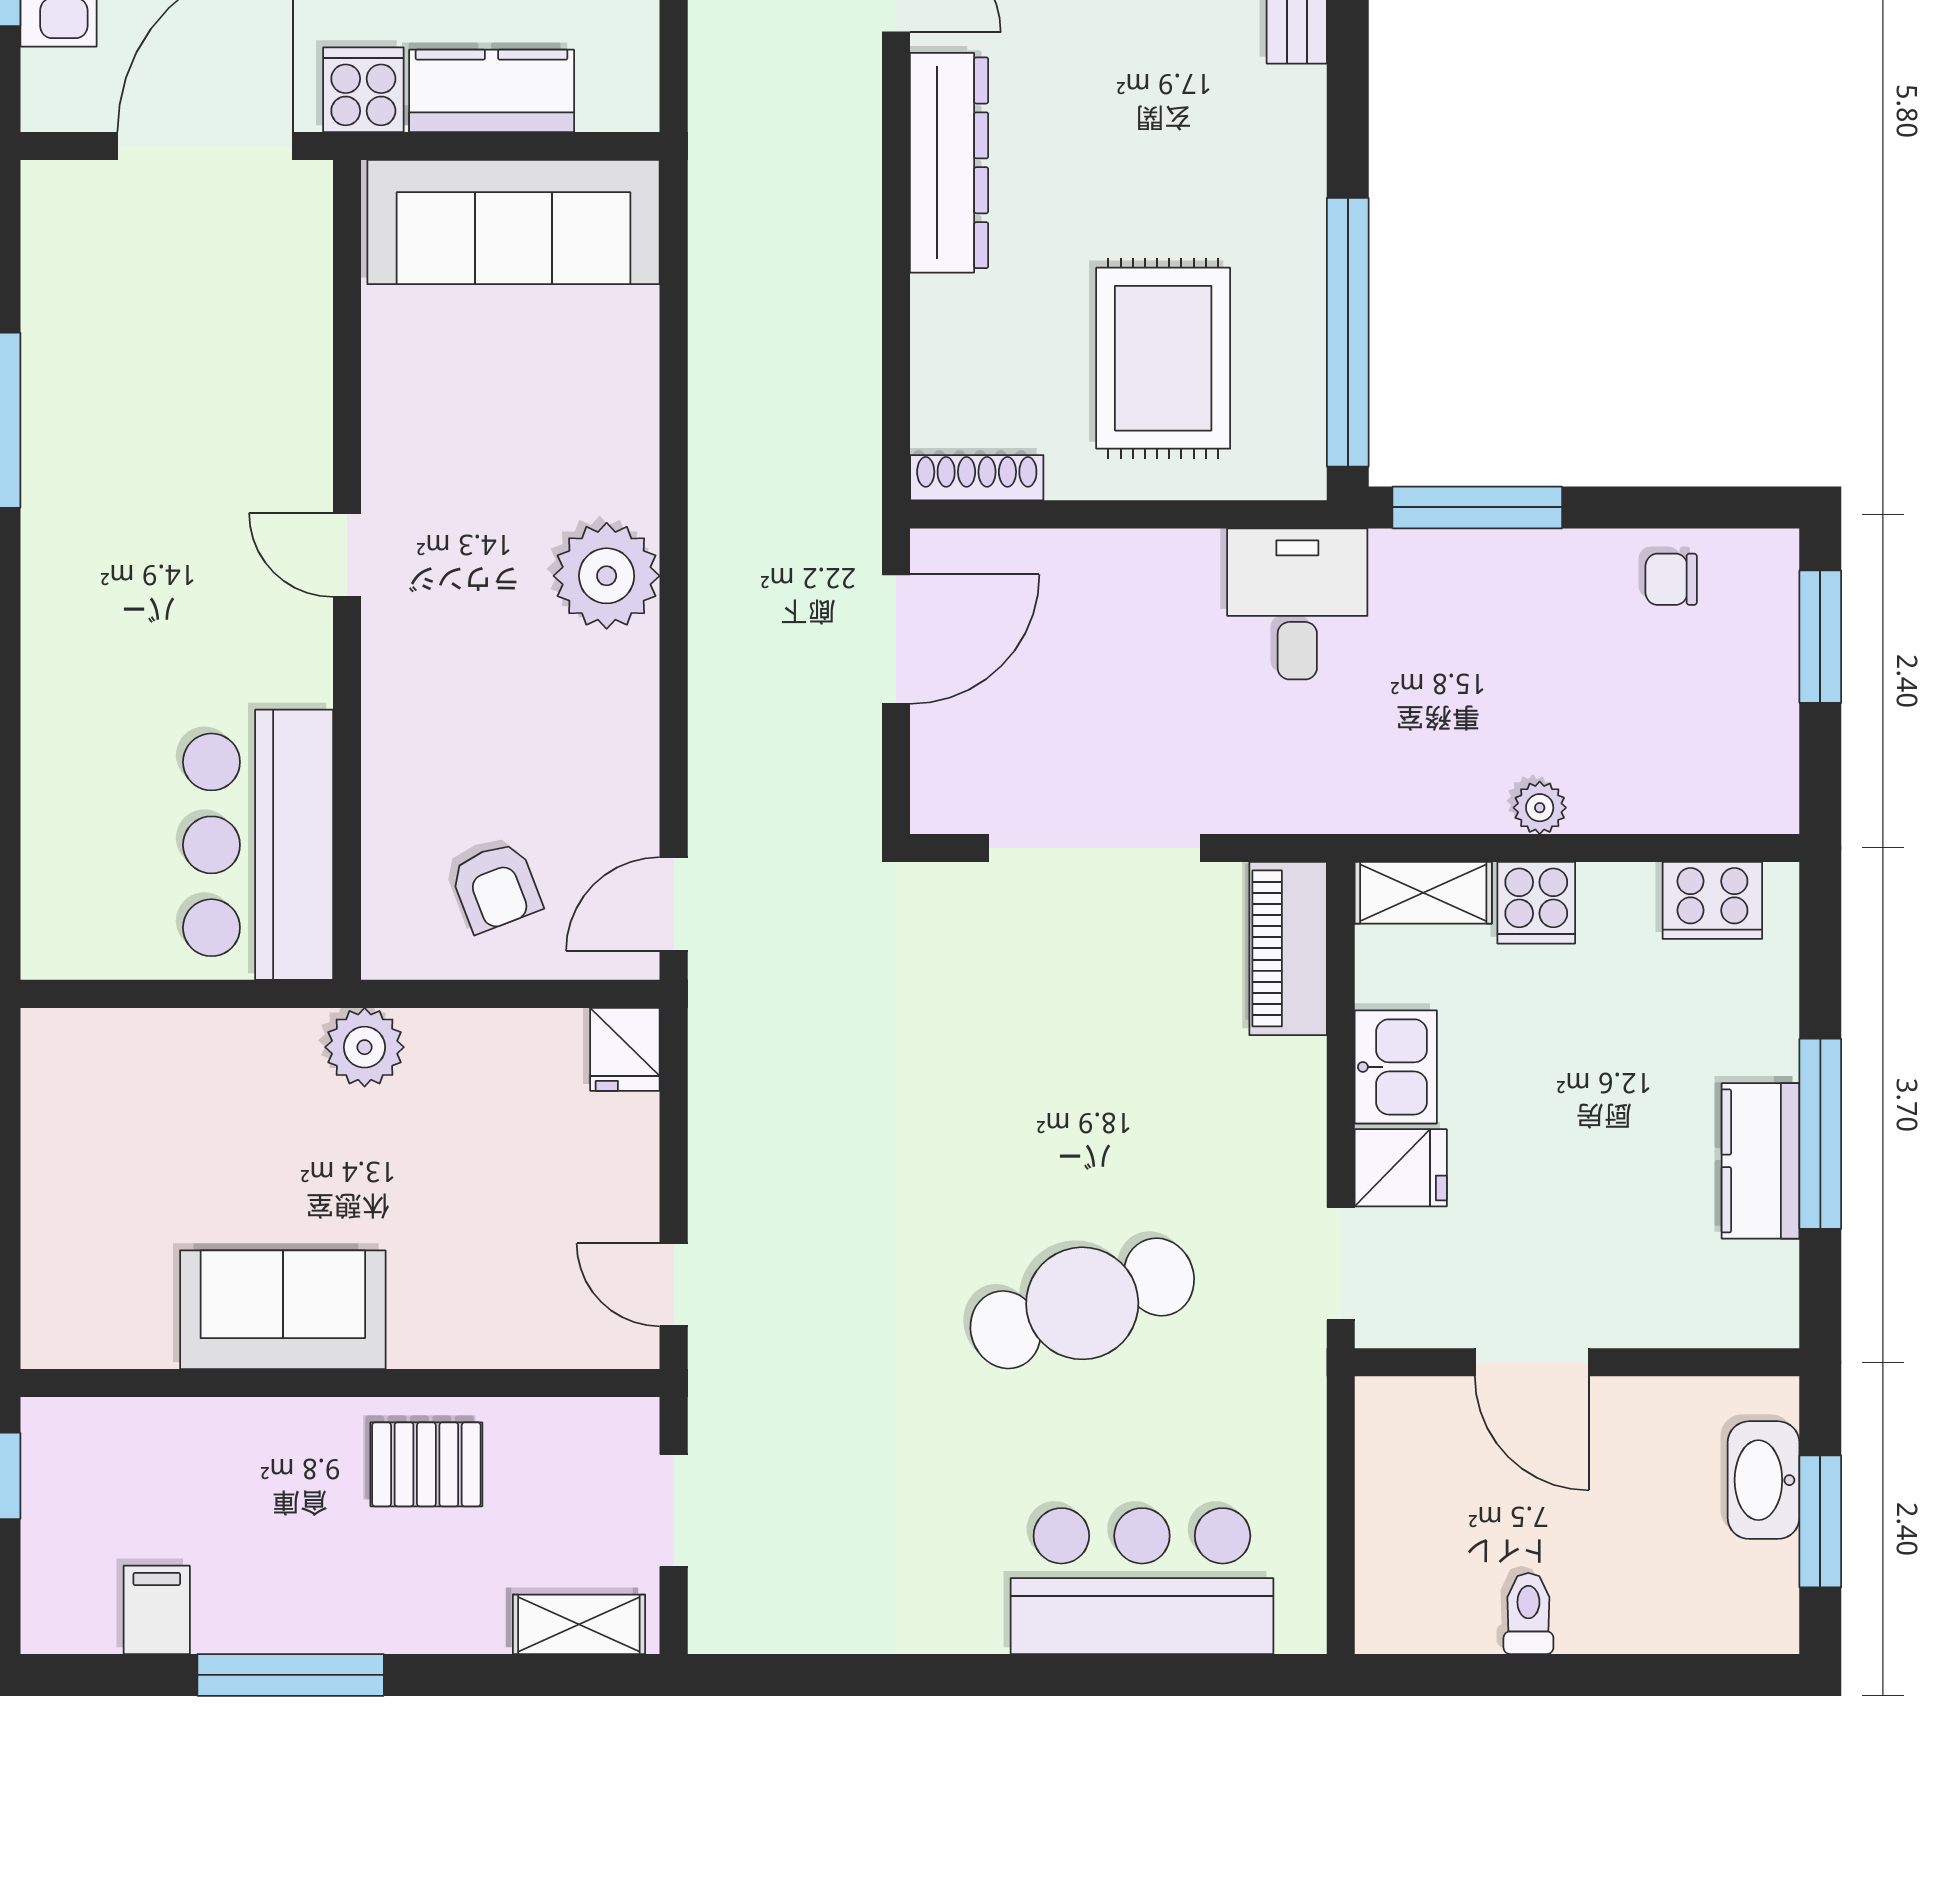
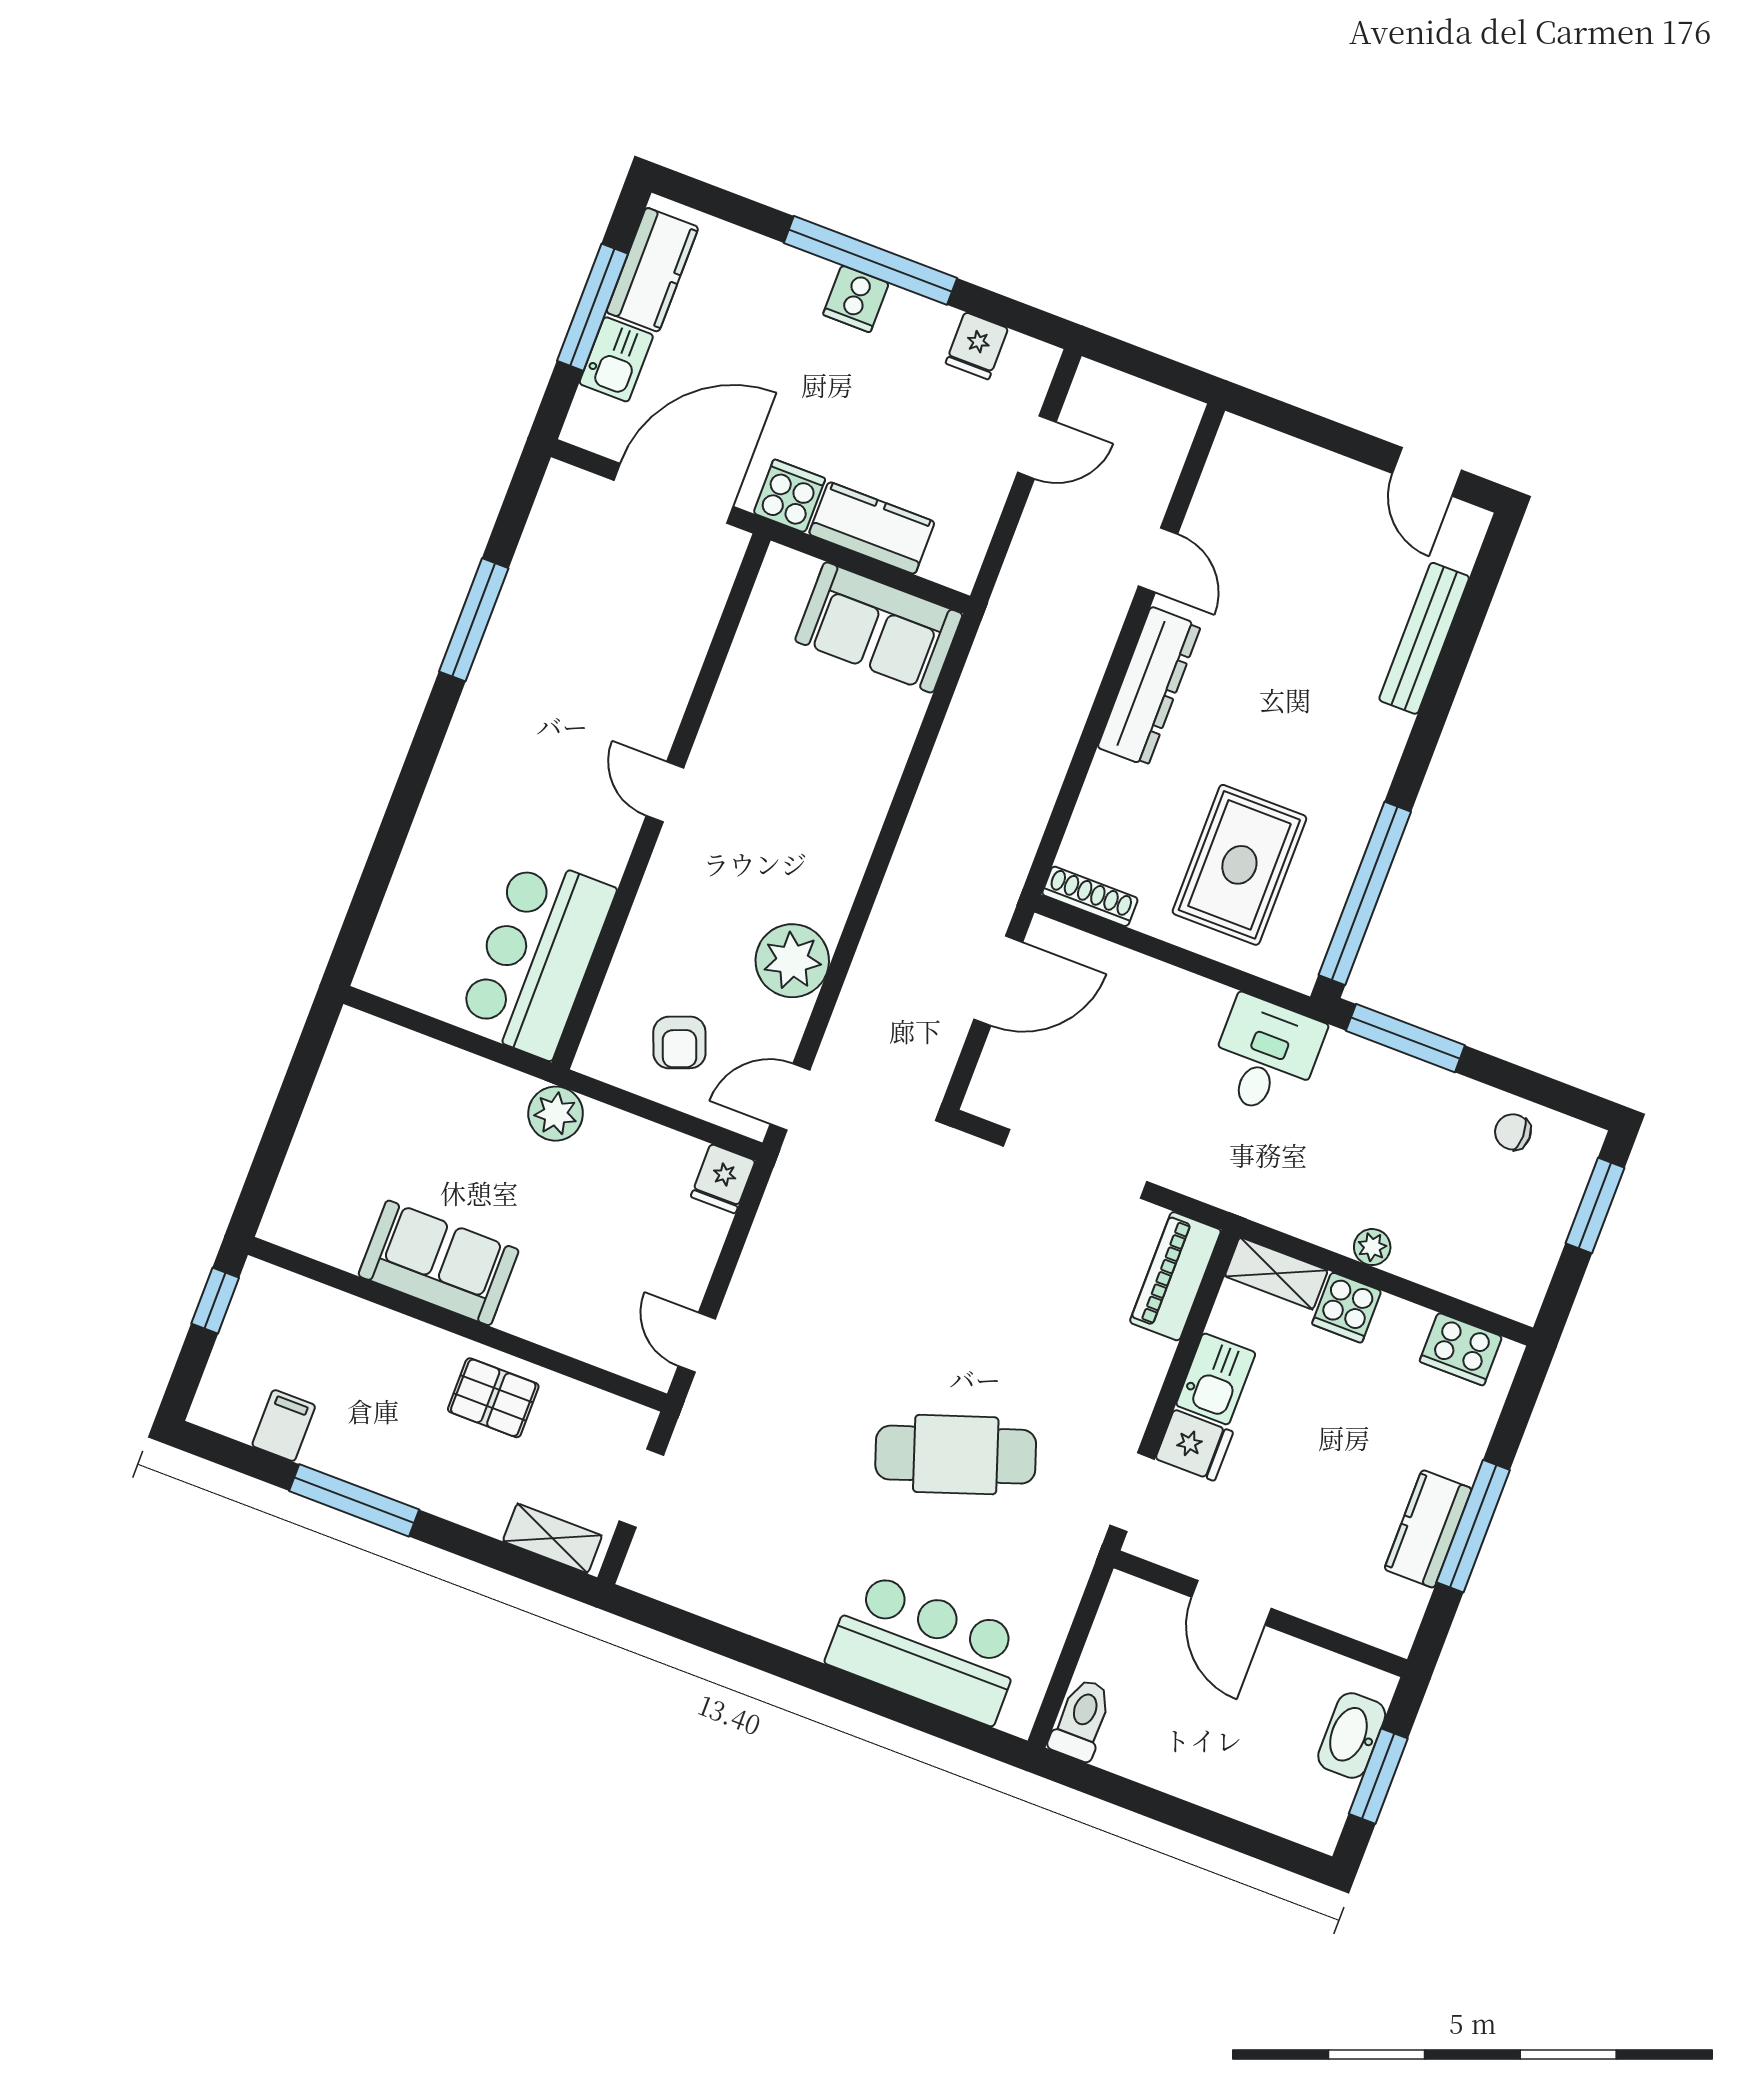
sofa: (513, 222) -> (879, 627), width x0.73
plant: (607, 576) -> (792, 961), moved
toilet: (1528, 1613) -> (1081, 1720), moved, width x1.37, depth x1.39

